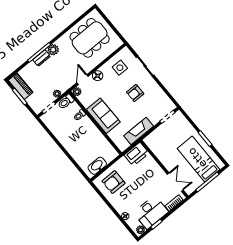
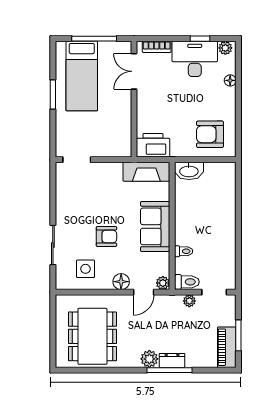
dining table: (90, 38) -> (92, 336), turned 90
armchair: (135, 93) -> (106, 236), moved
fireplace: (139, 131) -> (146, 172), moved
washbasin: (97, 166) -> (189, 171), moved
armchair: (114, 182) -> (210, 134), turned 180

